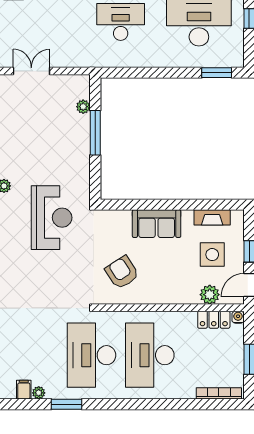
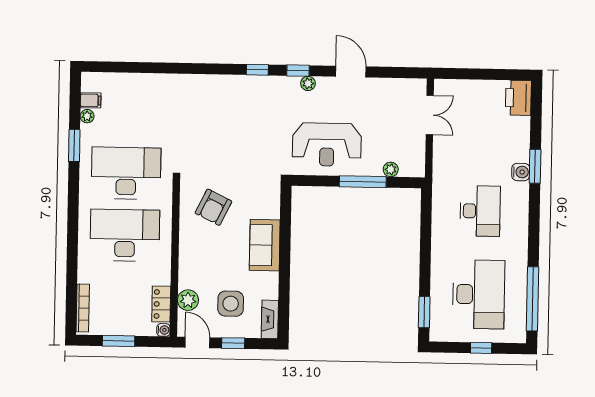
fireplace: (212, 217) -> (270, 319), moved
reception desk: (52, 218) -> (327, 145), moved
armchair: (122, 272) -> (213, 207), turned 149

